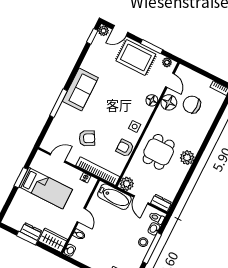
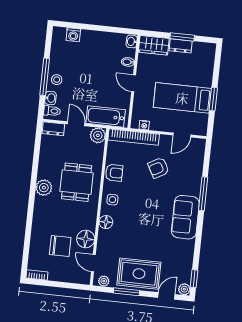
floor lamp: (152, 100) -> (106, 222), moved

